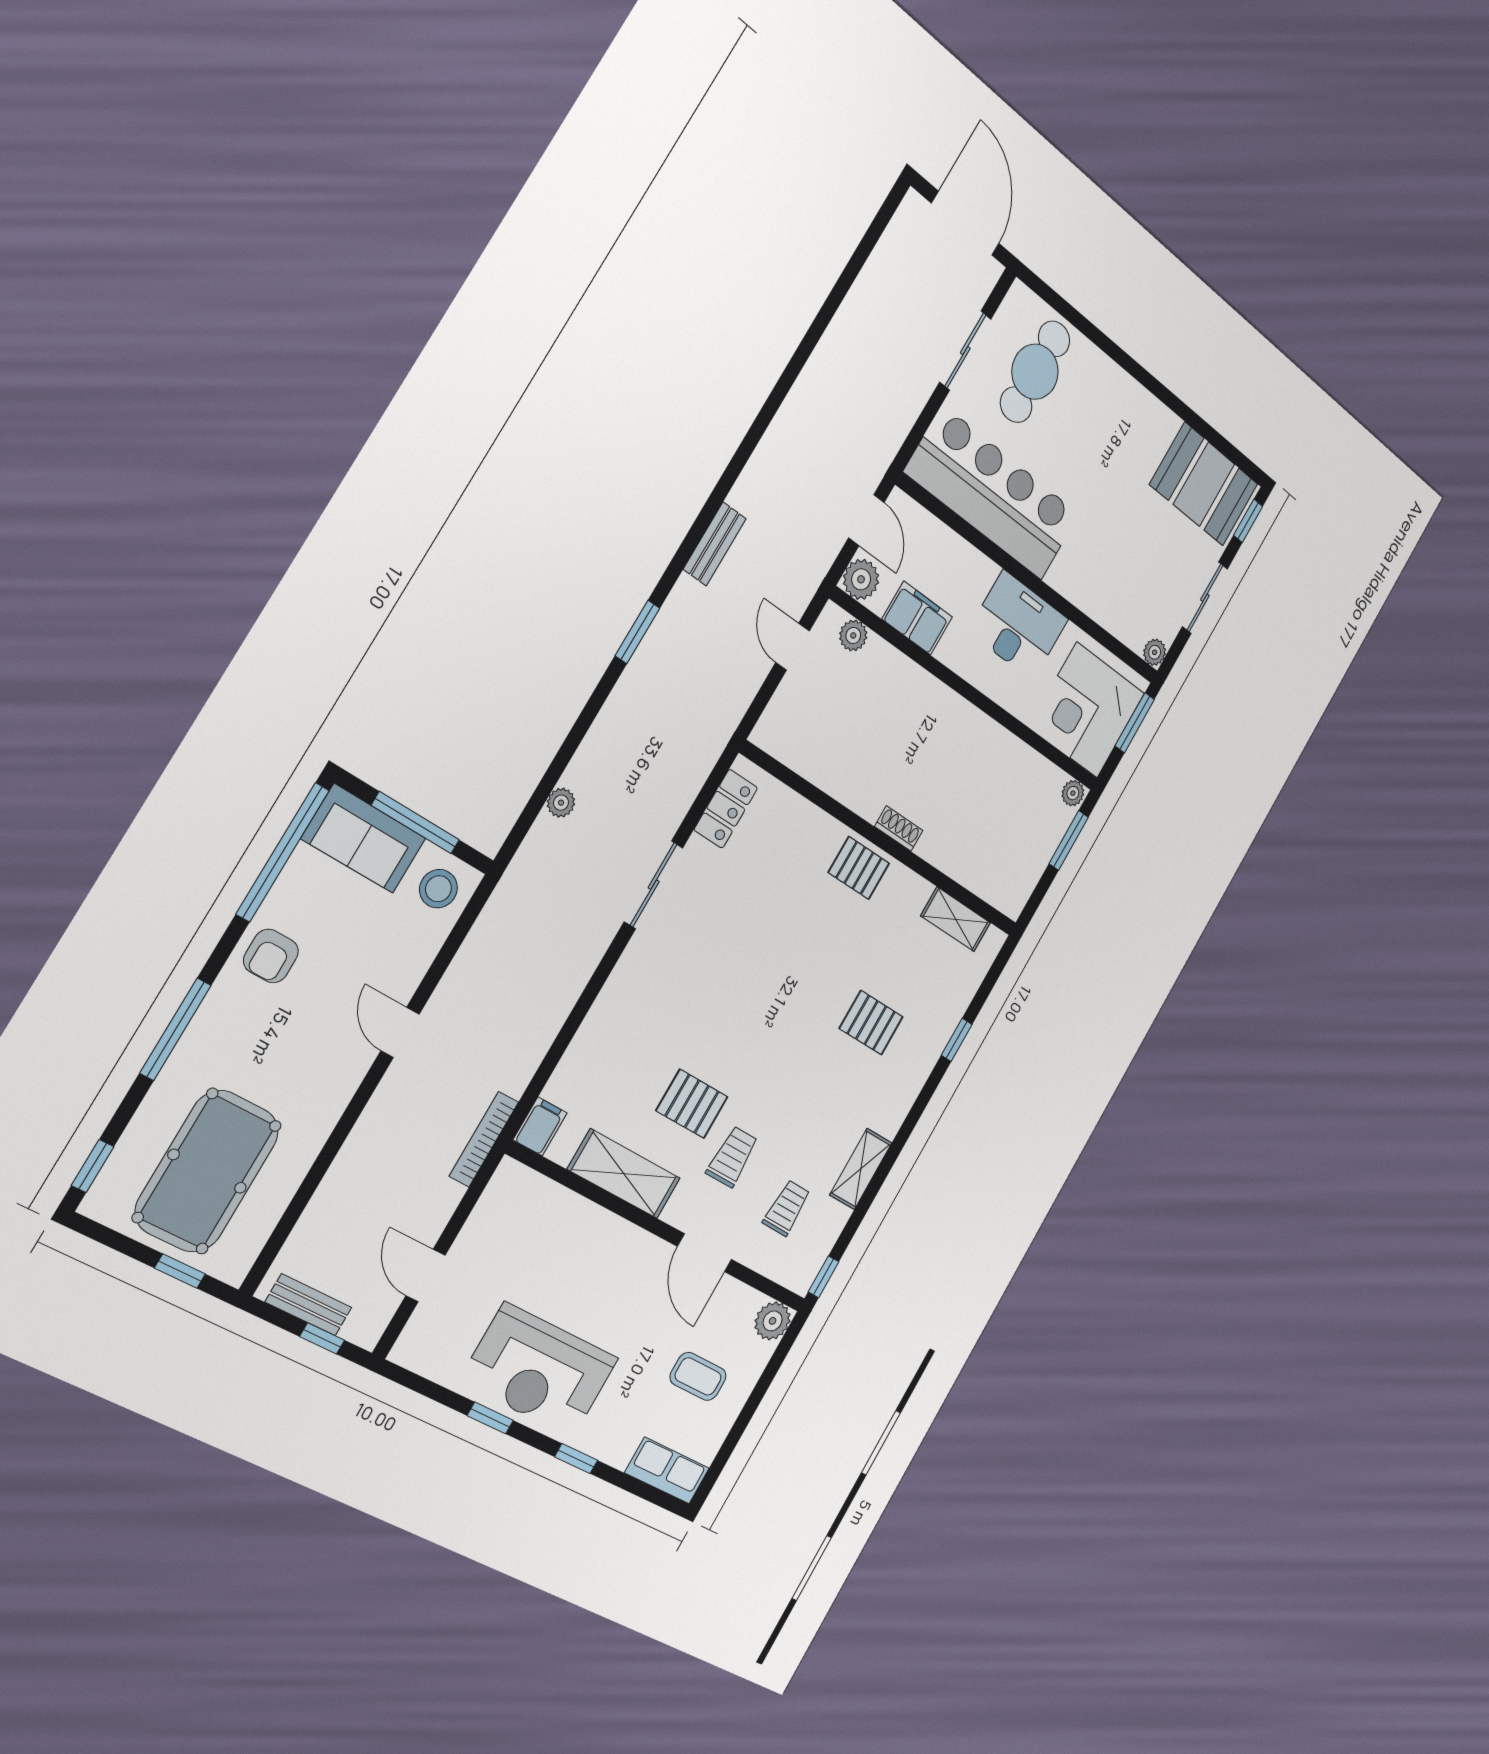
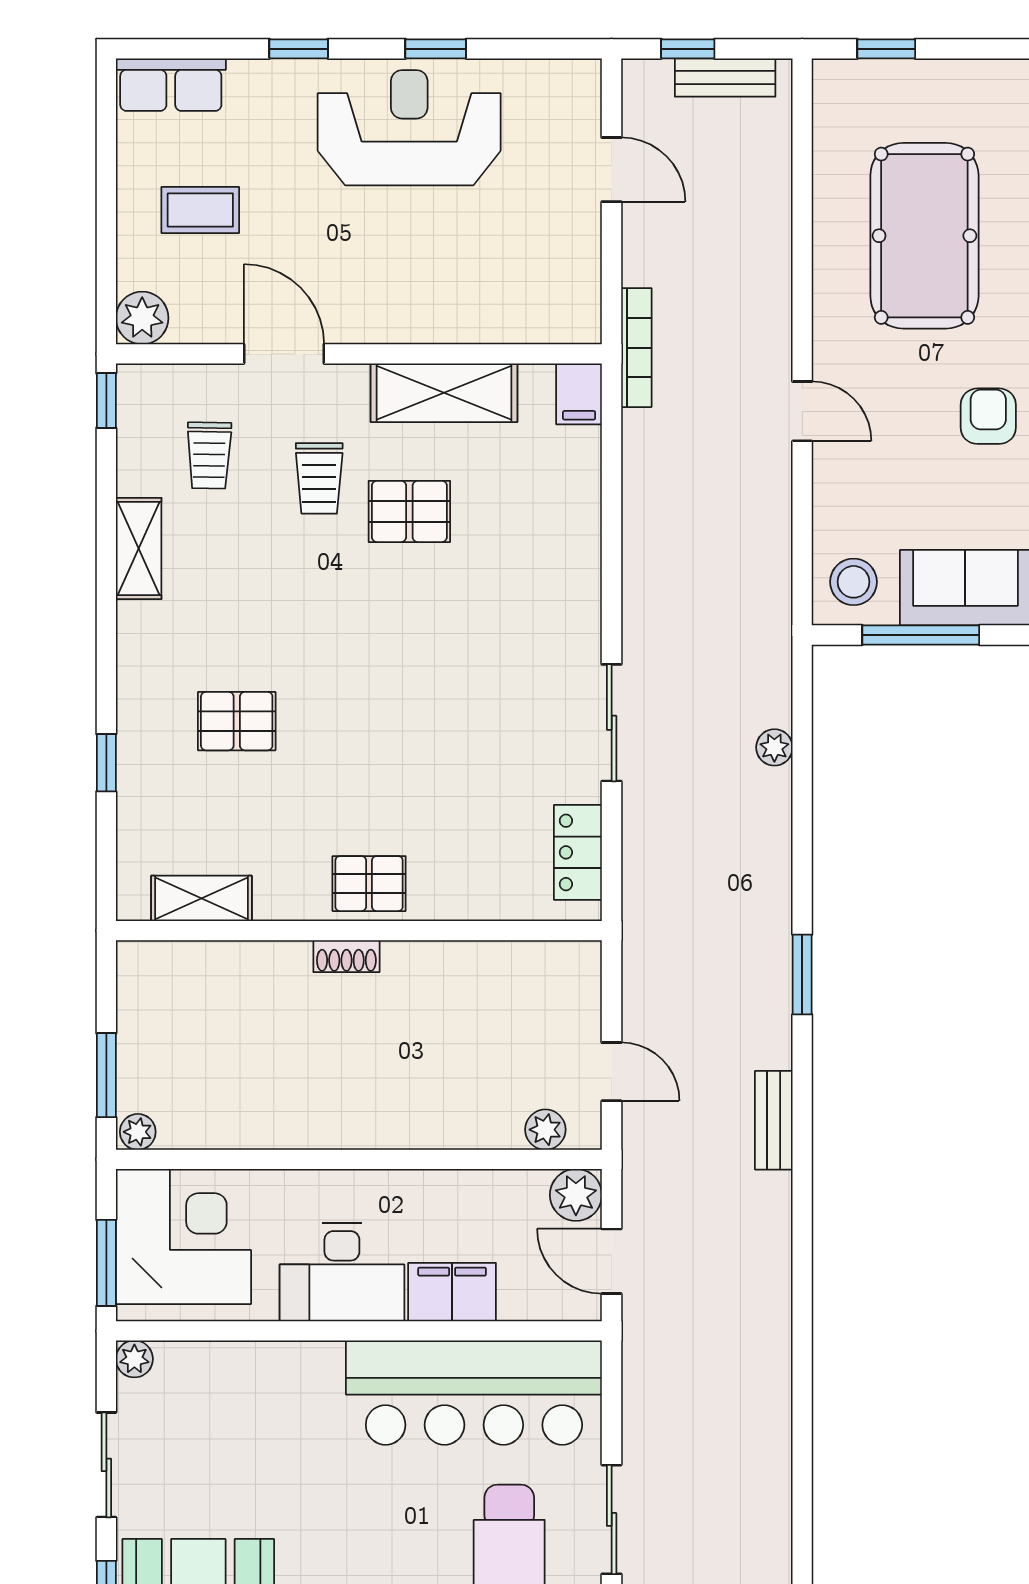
filing cabinet: (917, 618) -> (452, 1292), moved, turned 180
pool table: (207, 1171) -> (924, 236), moved

